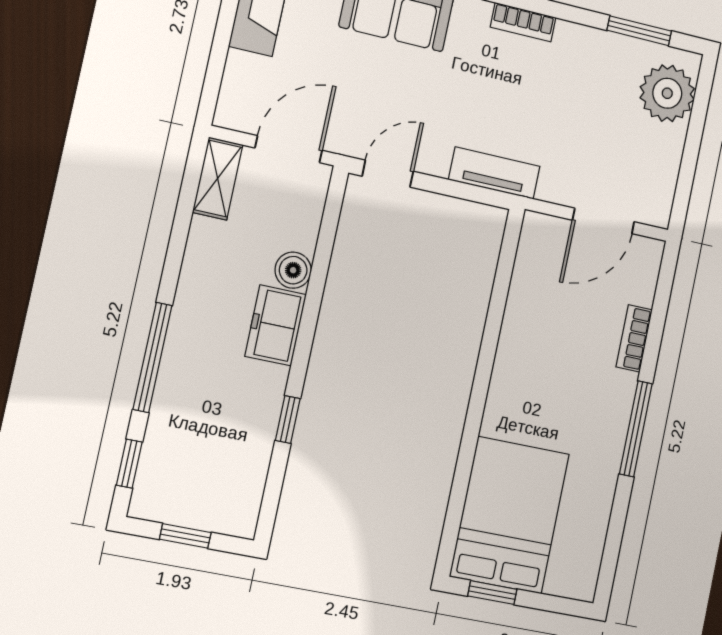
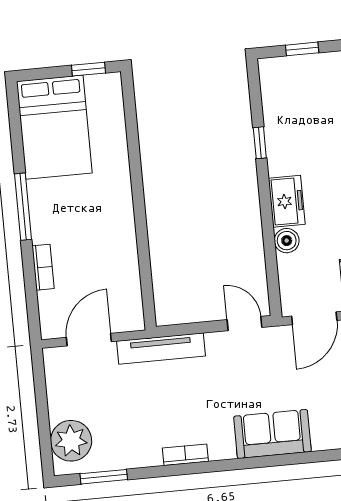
tv unit: (494, 173) -> (161, 349), width x1.41
door: (388, 174) -> (245, 324), swing flipped
bed: (510, 515) -> (54, 127), moved

